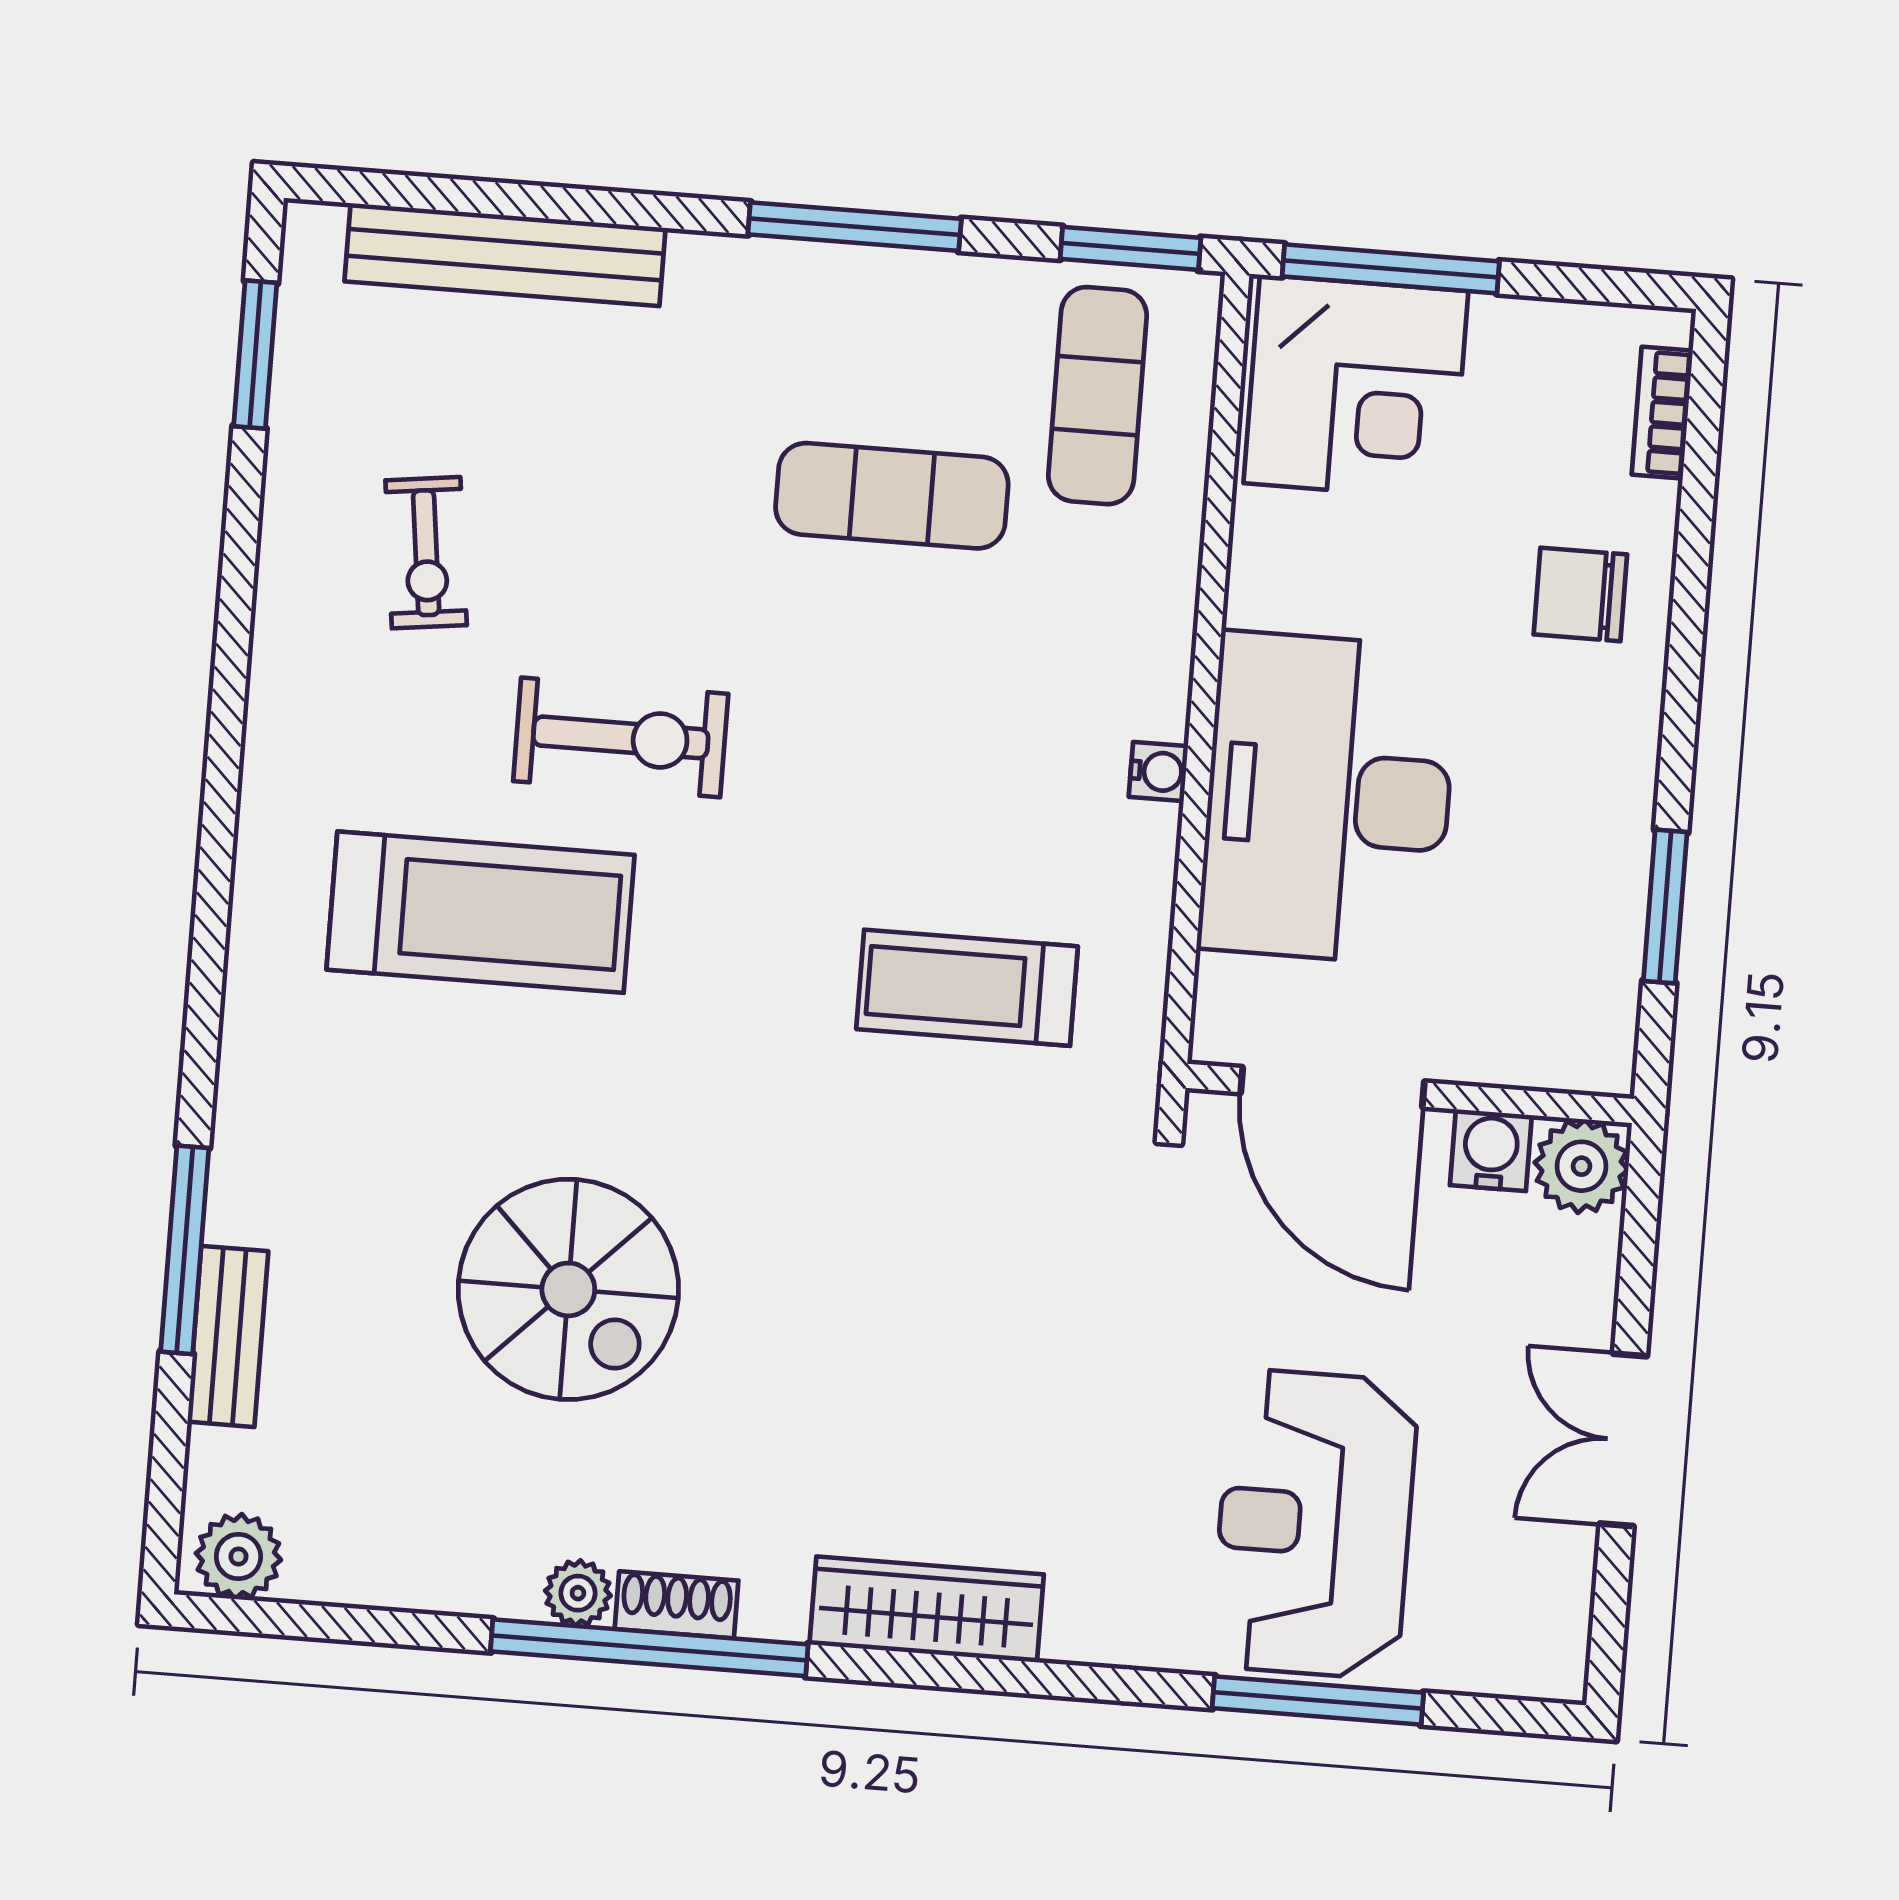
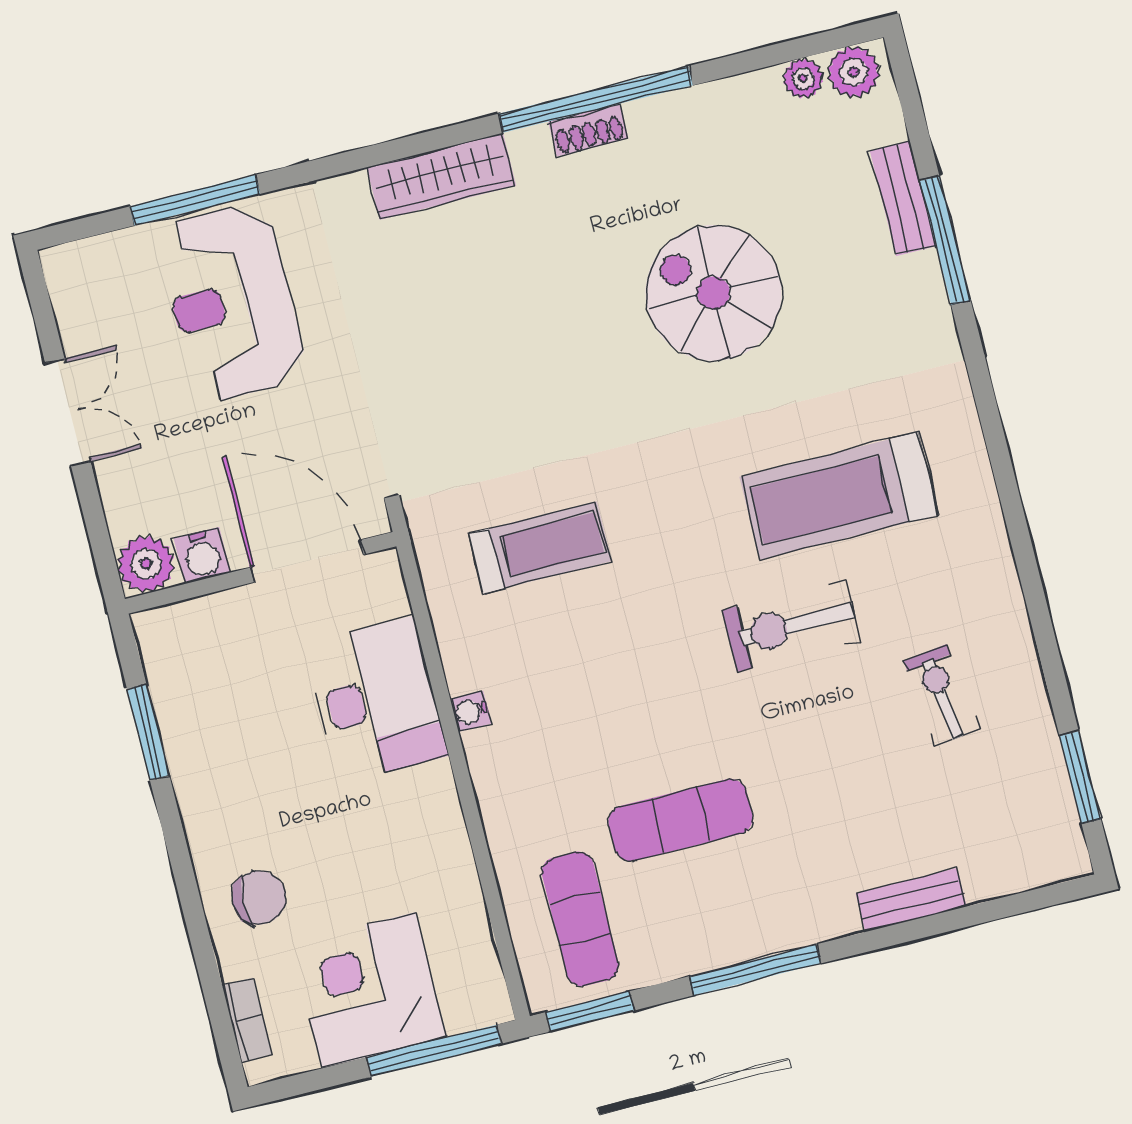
bench: (505, 255) -> (911, 900), width x0.54, depth x0.82
corner desk: (1356, 387) -> (369, 990), moved
desk: (1328, 798) -> (376, 699), width x0.73, depth x0.77
reception desk: (1314, 1524) -> (232, 303), turned 180
plant: (578, 1593) -> (803, 78), moved

